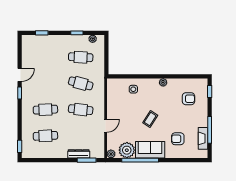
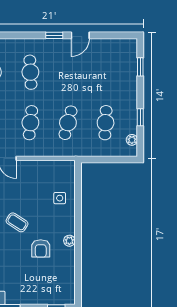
door: (20, 75) -> (80, 35), hinge flipped
armchair: (188, 99) -> (41, 248), moved

